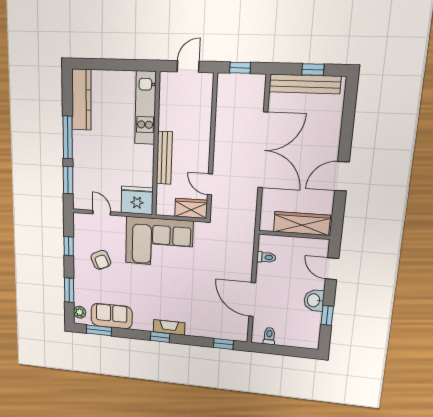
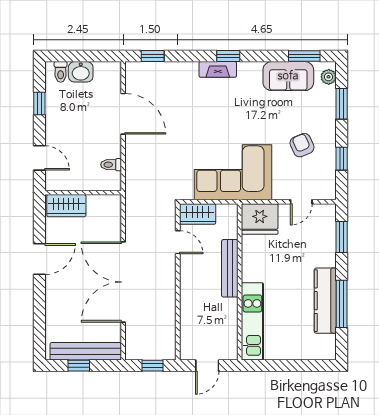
kitchen counter: (81, 100) -> (325, 301), moved
window: (68, 137) -> (342, 304), moved
door: (102, 213) -> (301, 202), hinge flipped
wardrobe: (302, 223) -> (66, 206), width x0.67
washbasin: (314, 300) -> (81, 72), moved, turned 90
toilet: (269, 336) -> (61, 72), moved

